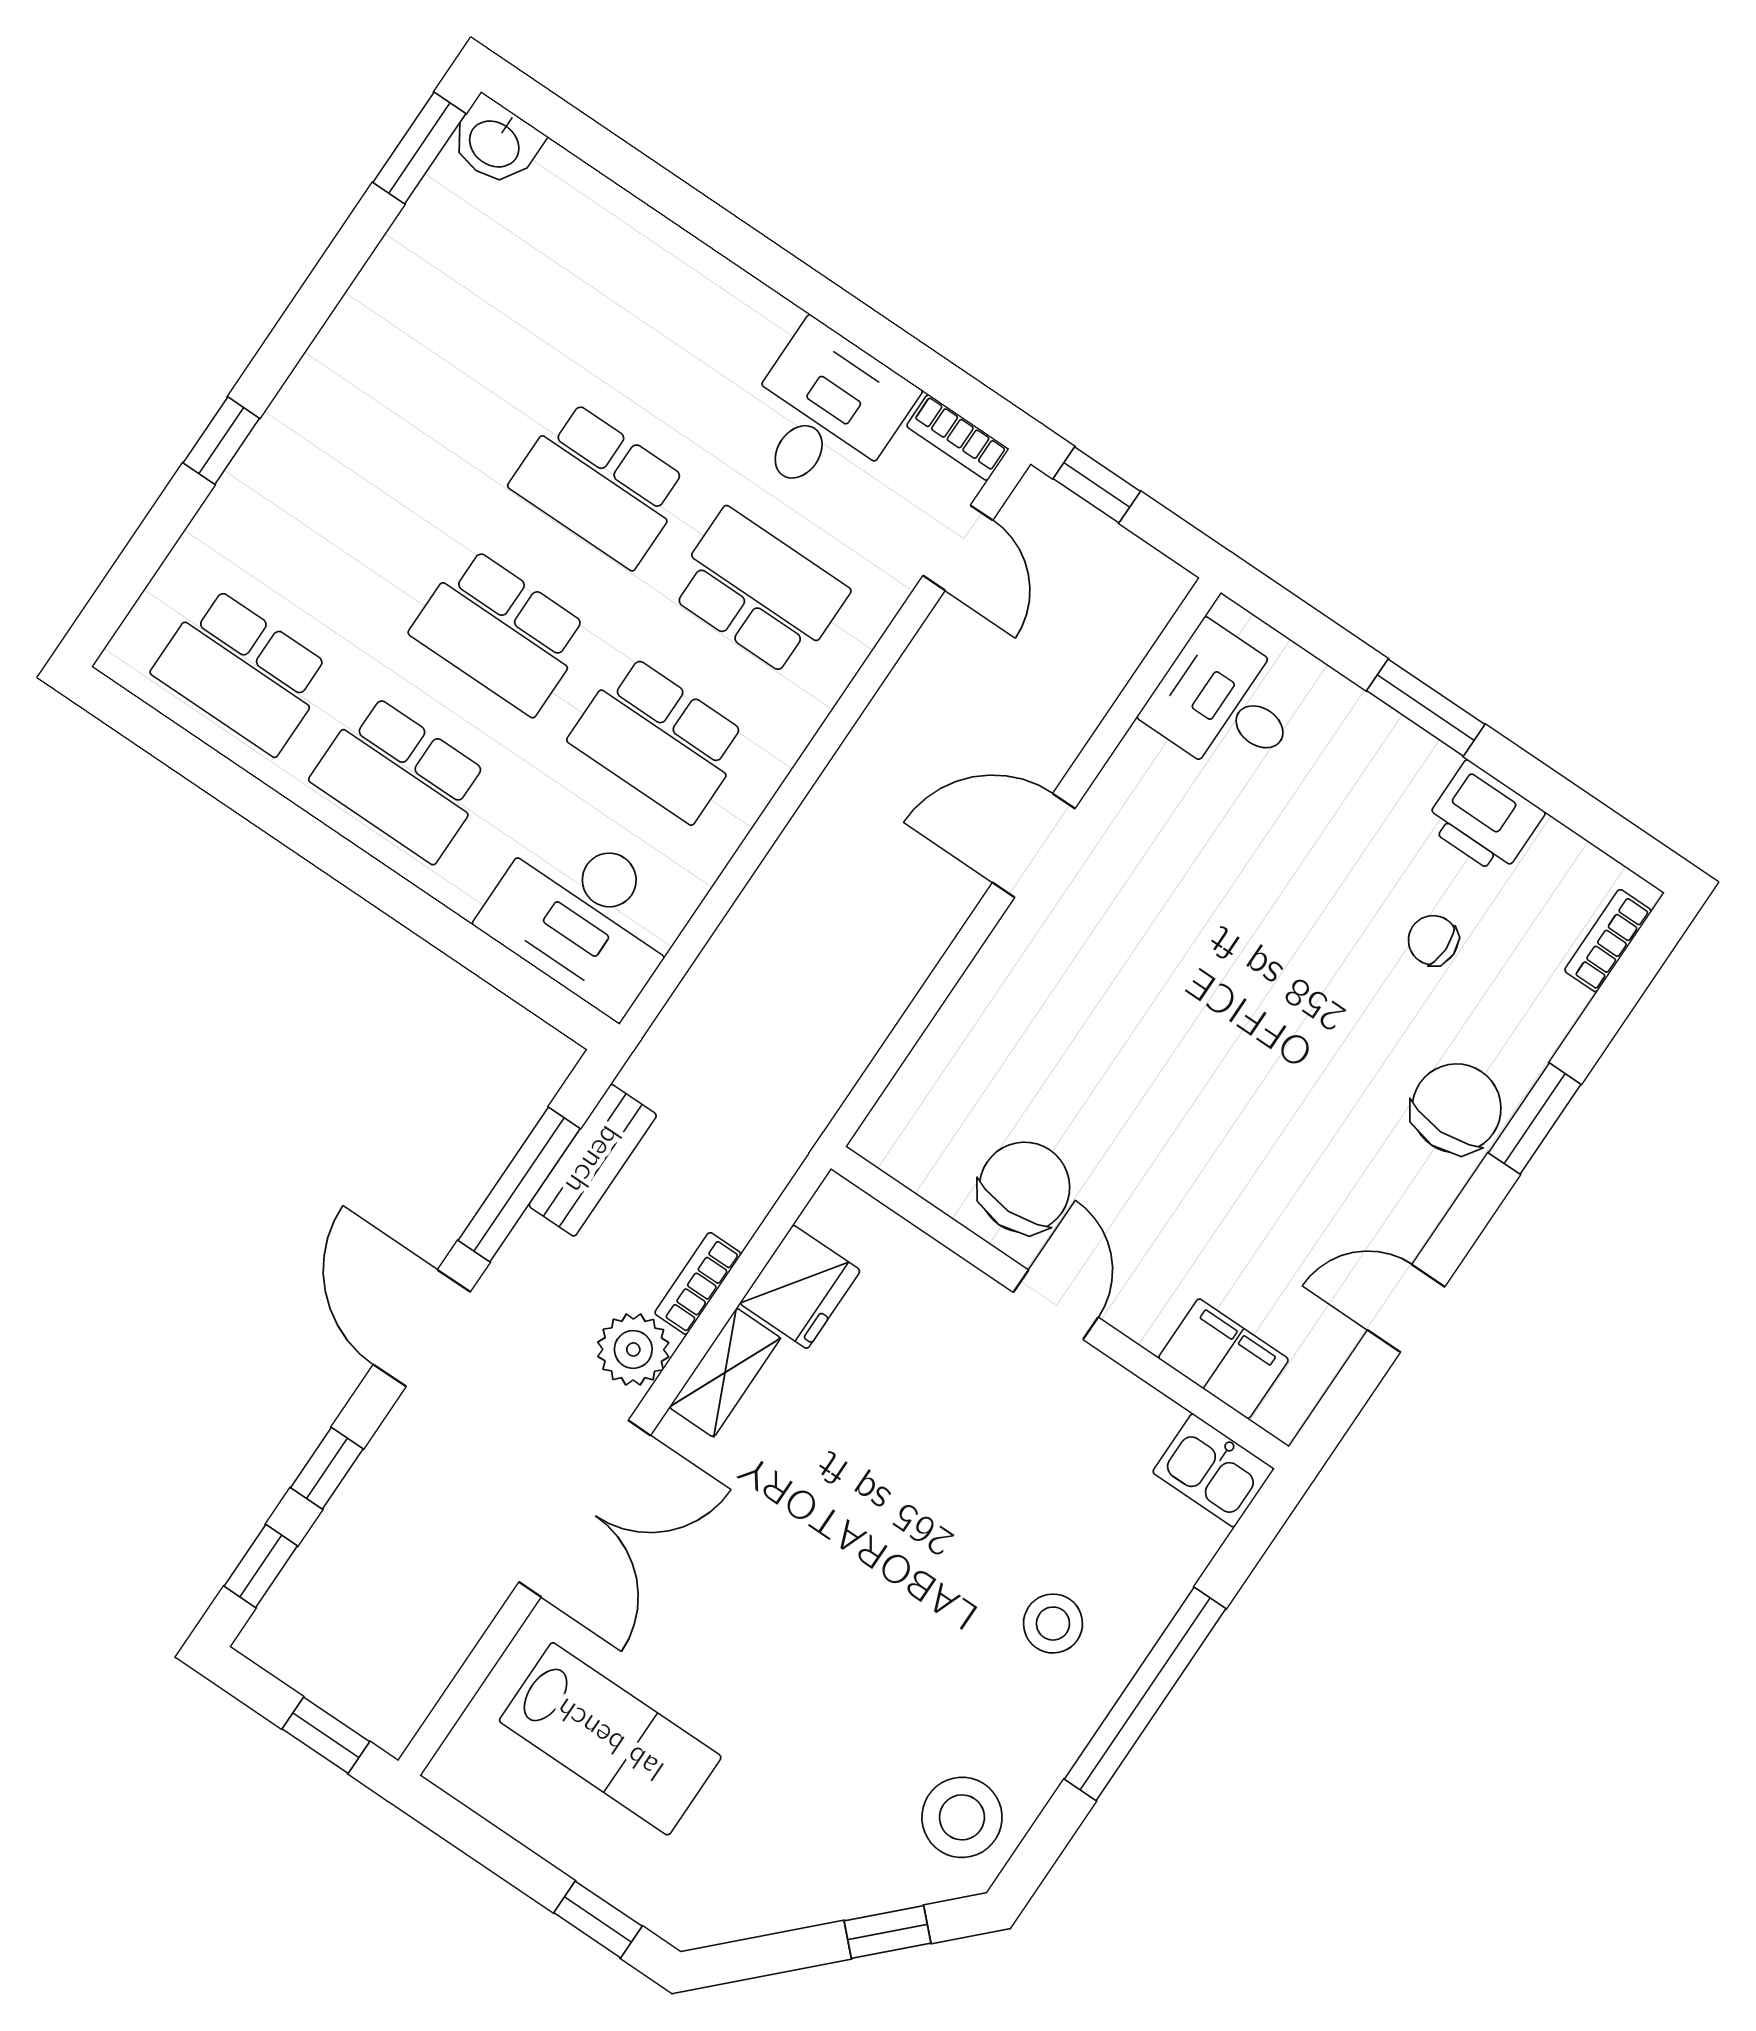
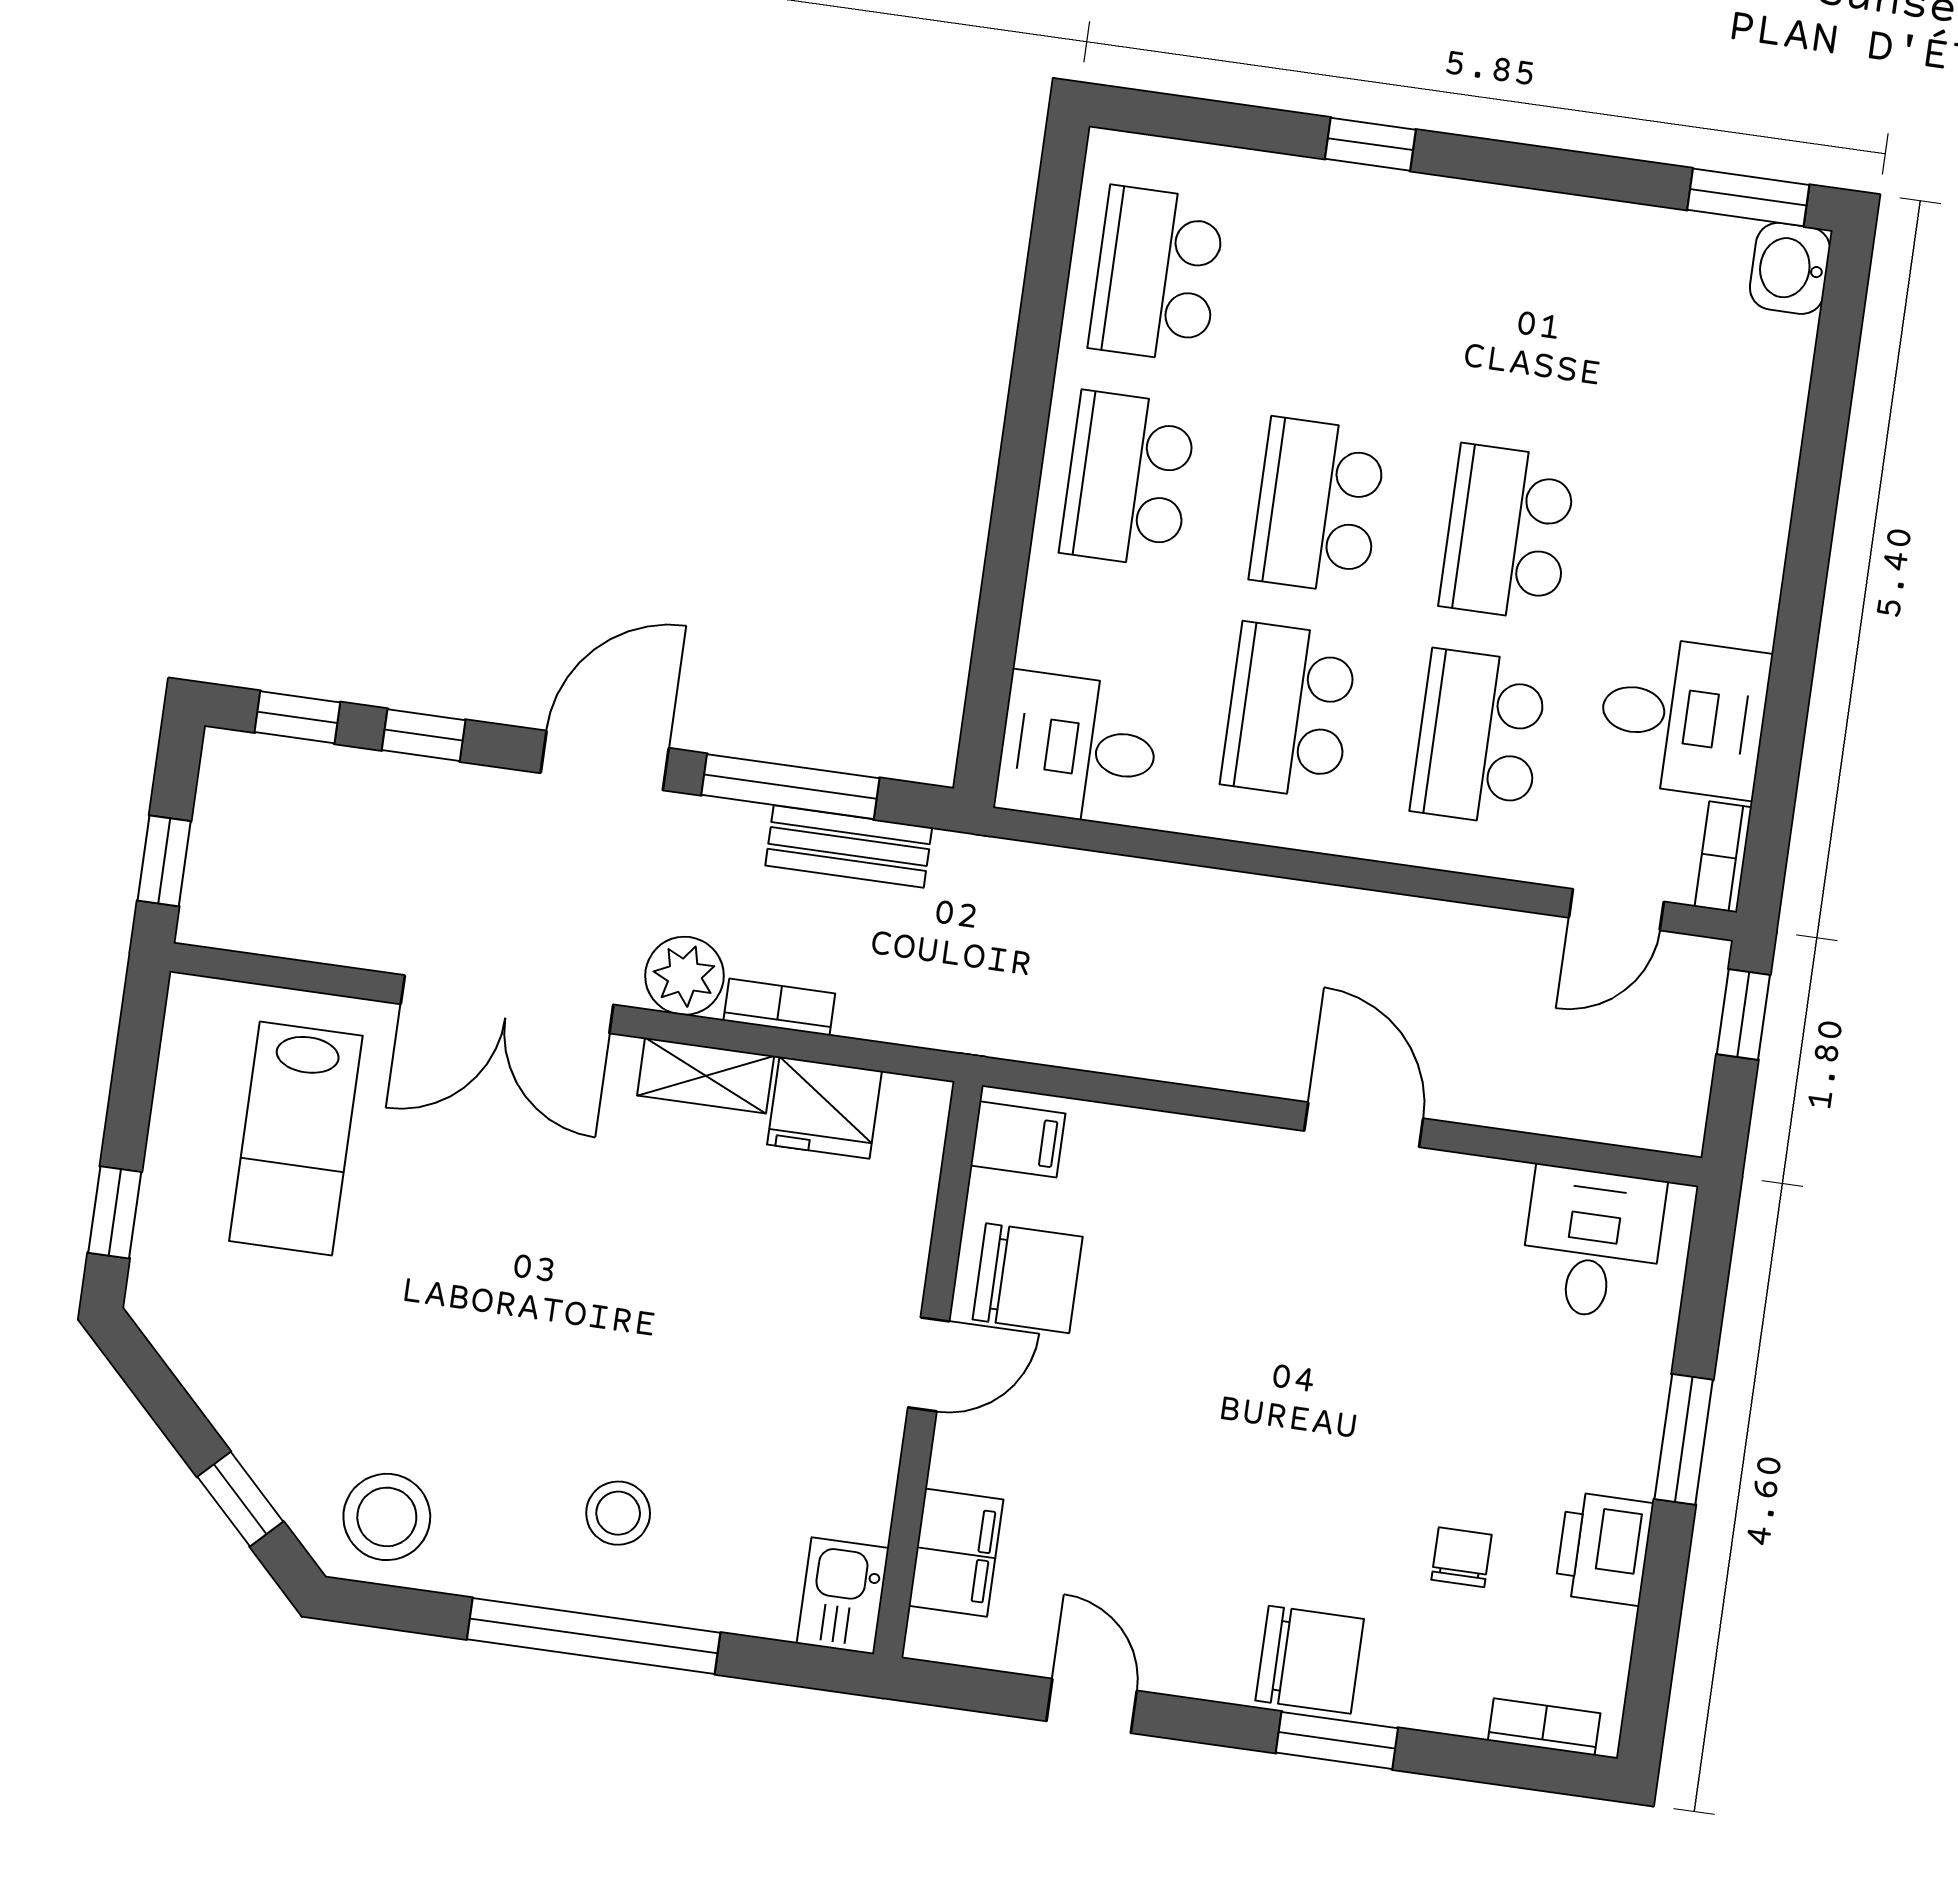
school desk: (759, 592) -> (1479, 737), turned 180
desk: (585, 916) -> (1078, 749), width x0.73
filing cabinet: (905, 1139) -> (1018, 1139), added

